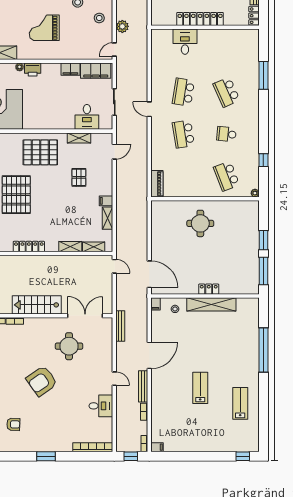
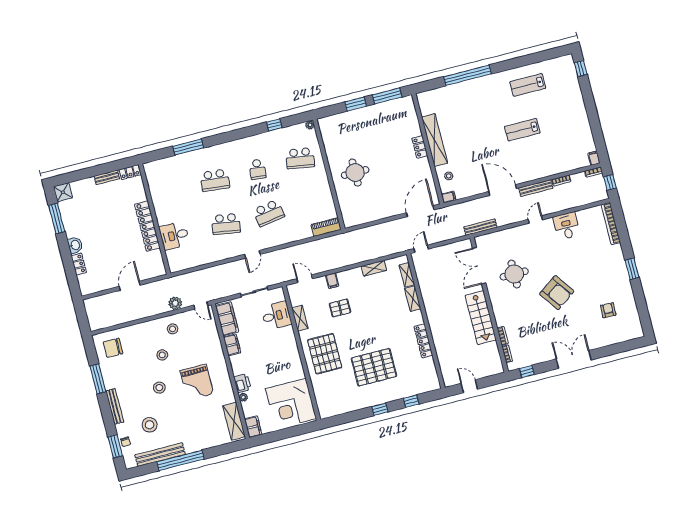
school desk: (226, 92) -> (215, 180), turned 30
school desk: (226, 176) -> (300, 158), turned 30
filing cabinet: (106, 201) -> (332, 281), moved

